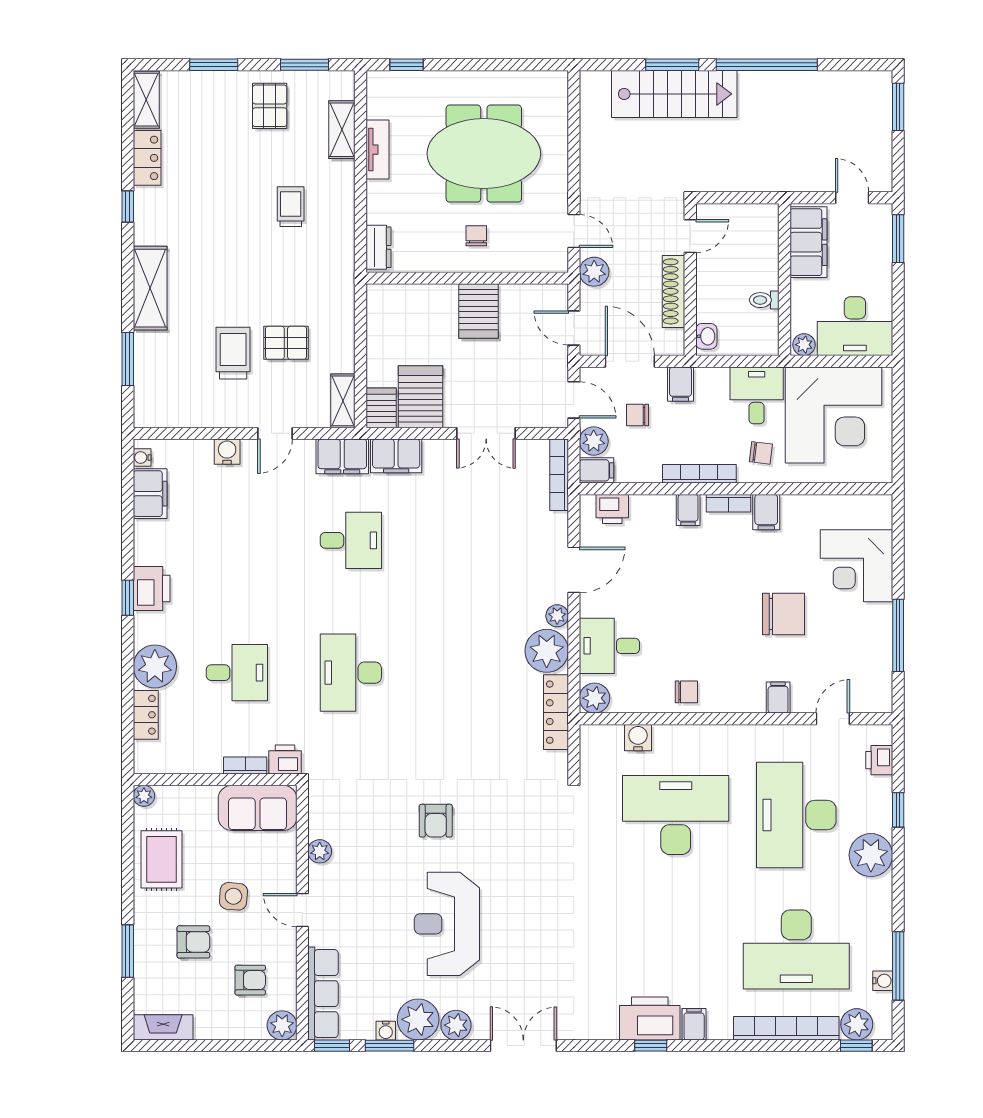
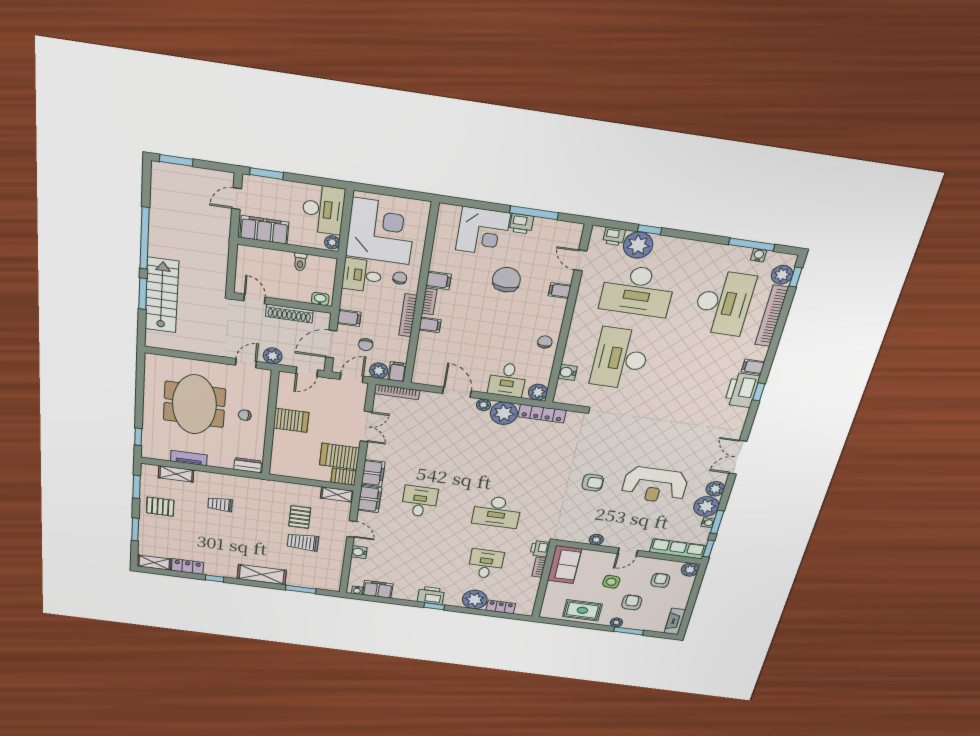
printer: (612, 509) -> (521, 224), moved, turned 90
plant: (144, 796) -> (616, 622), moved
plant: (871, 855) -> (638, 245), moved

